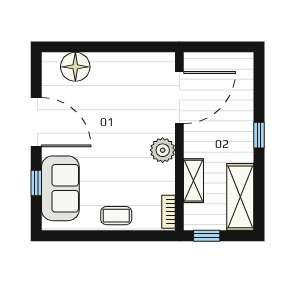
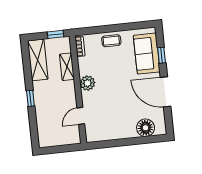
door: (179, 98) -> (81, 116), width x0.53

